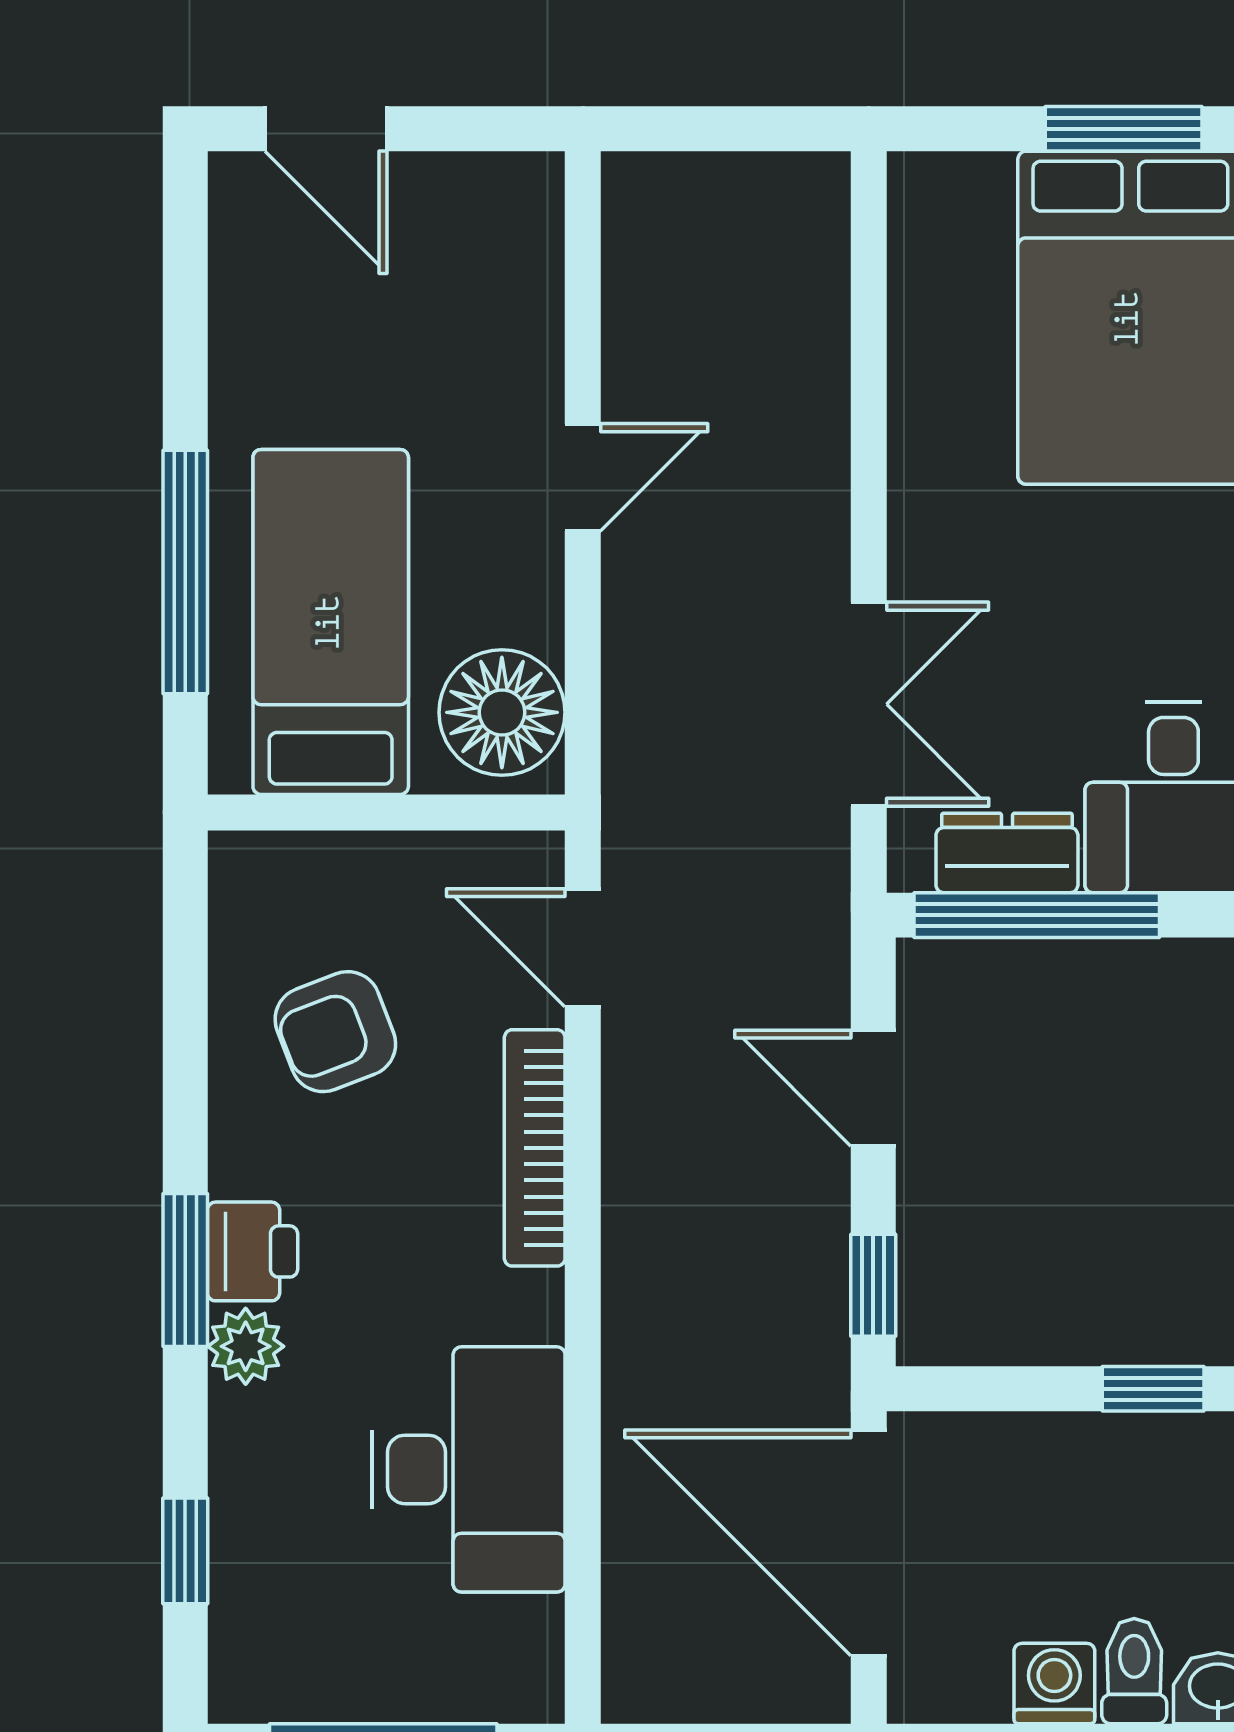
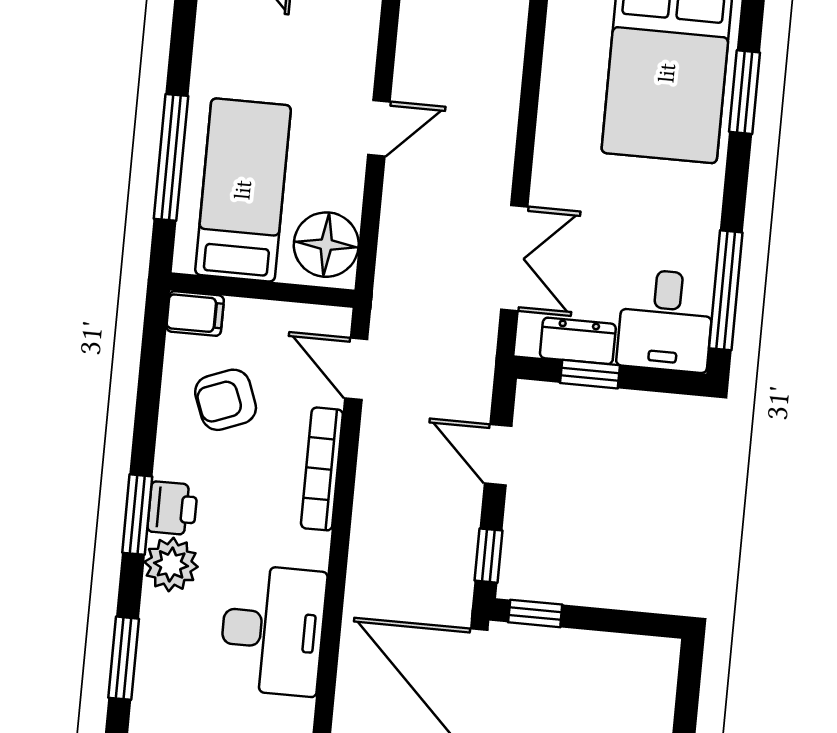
filing cabinet: (261, 870) -> (195, 314), added
window: (1037, 915) -> (590, 374), width x0.46
plant: (246, 1346) -> (171, 564), width x1.38, depth x1.38
window: (1153, 1389) -> (535, 613), moved
window: (185, 1551) -> (124, 658), width x1.50

